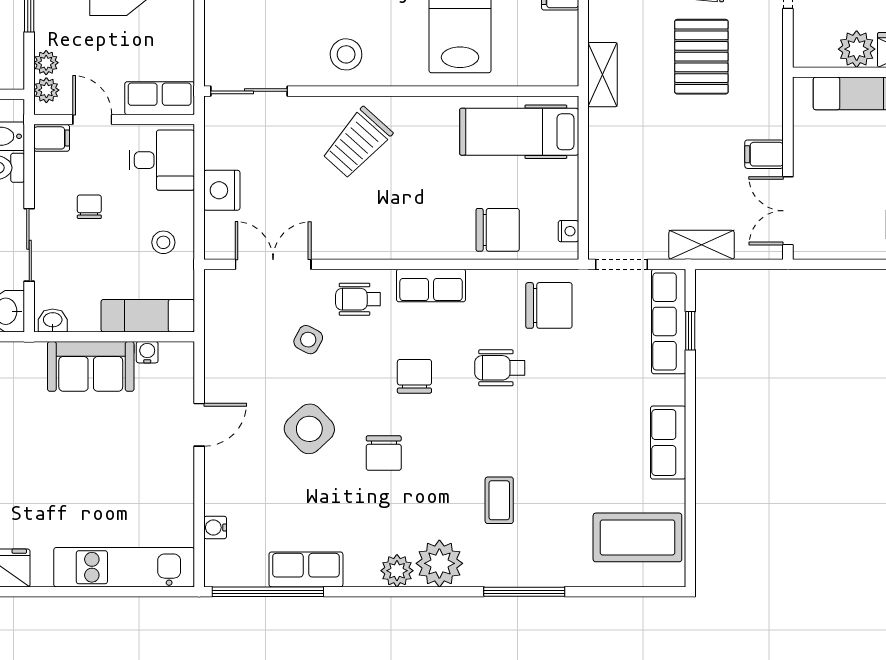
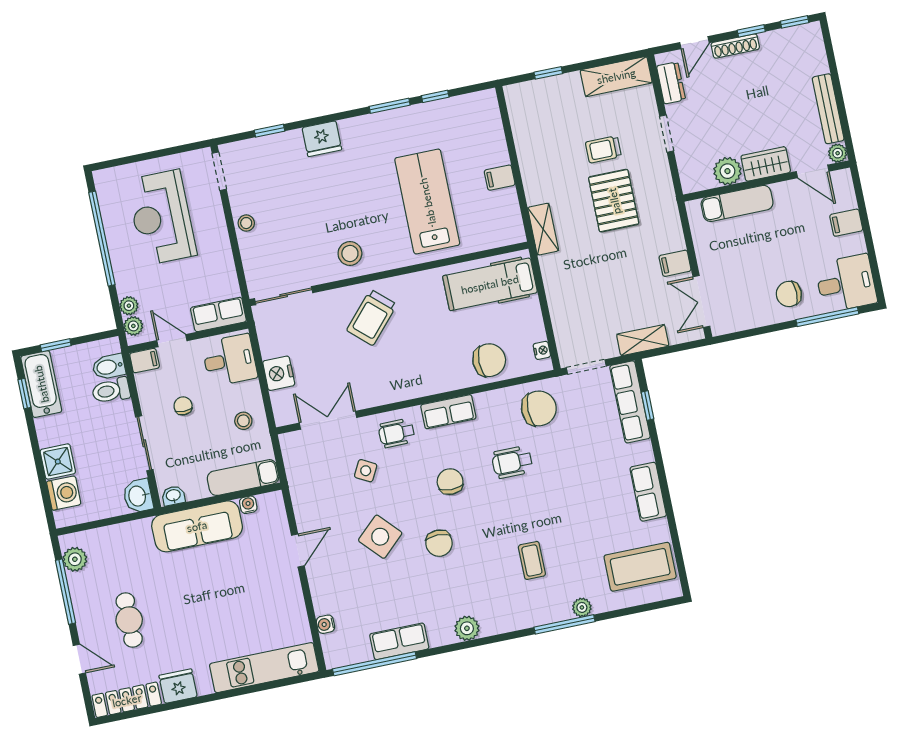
sofa: (91, 366) -> (197, 526), width x1.36
plant: (439, 563) -> (582, 607), moved, width x0.53, depth x0.53

